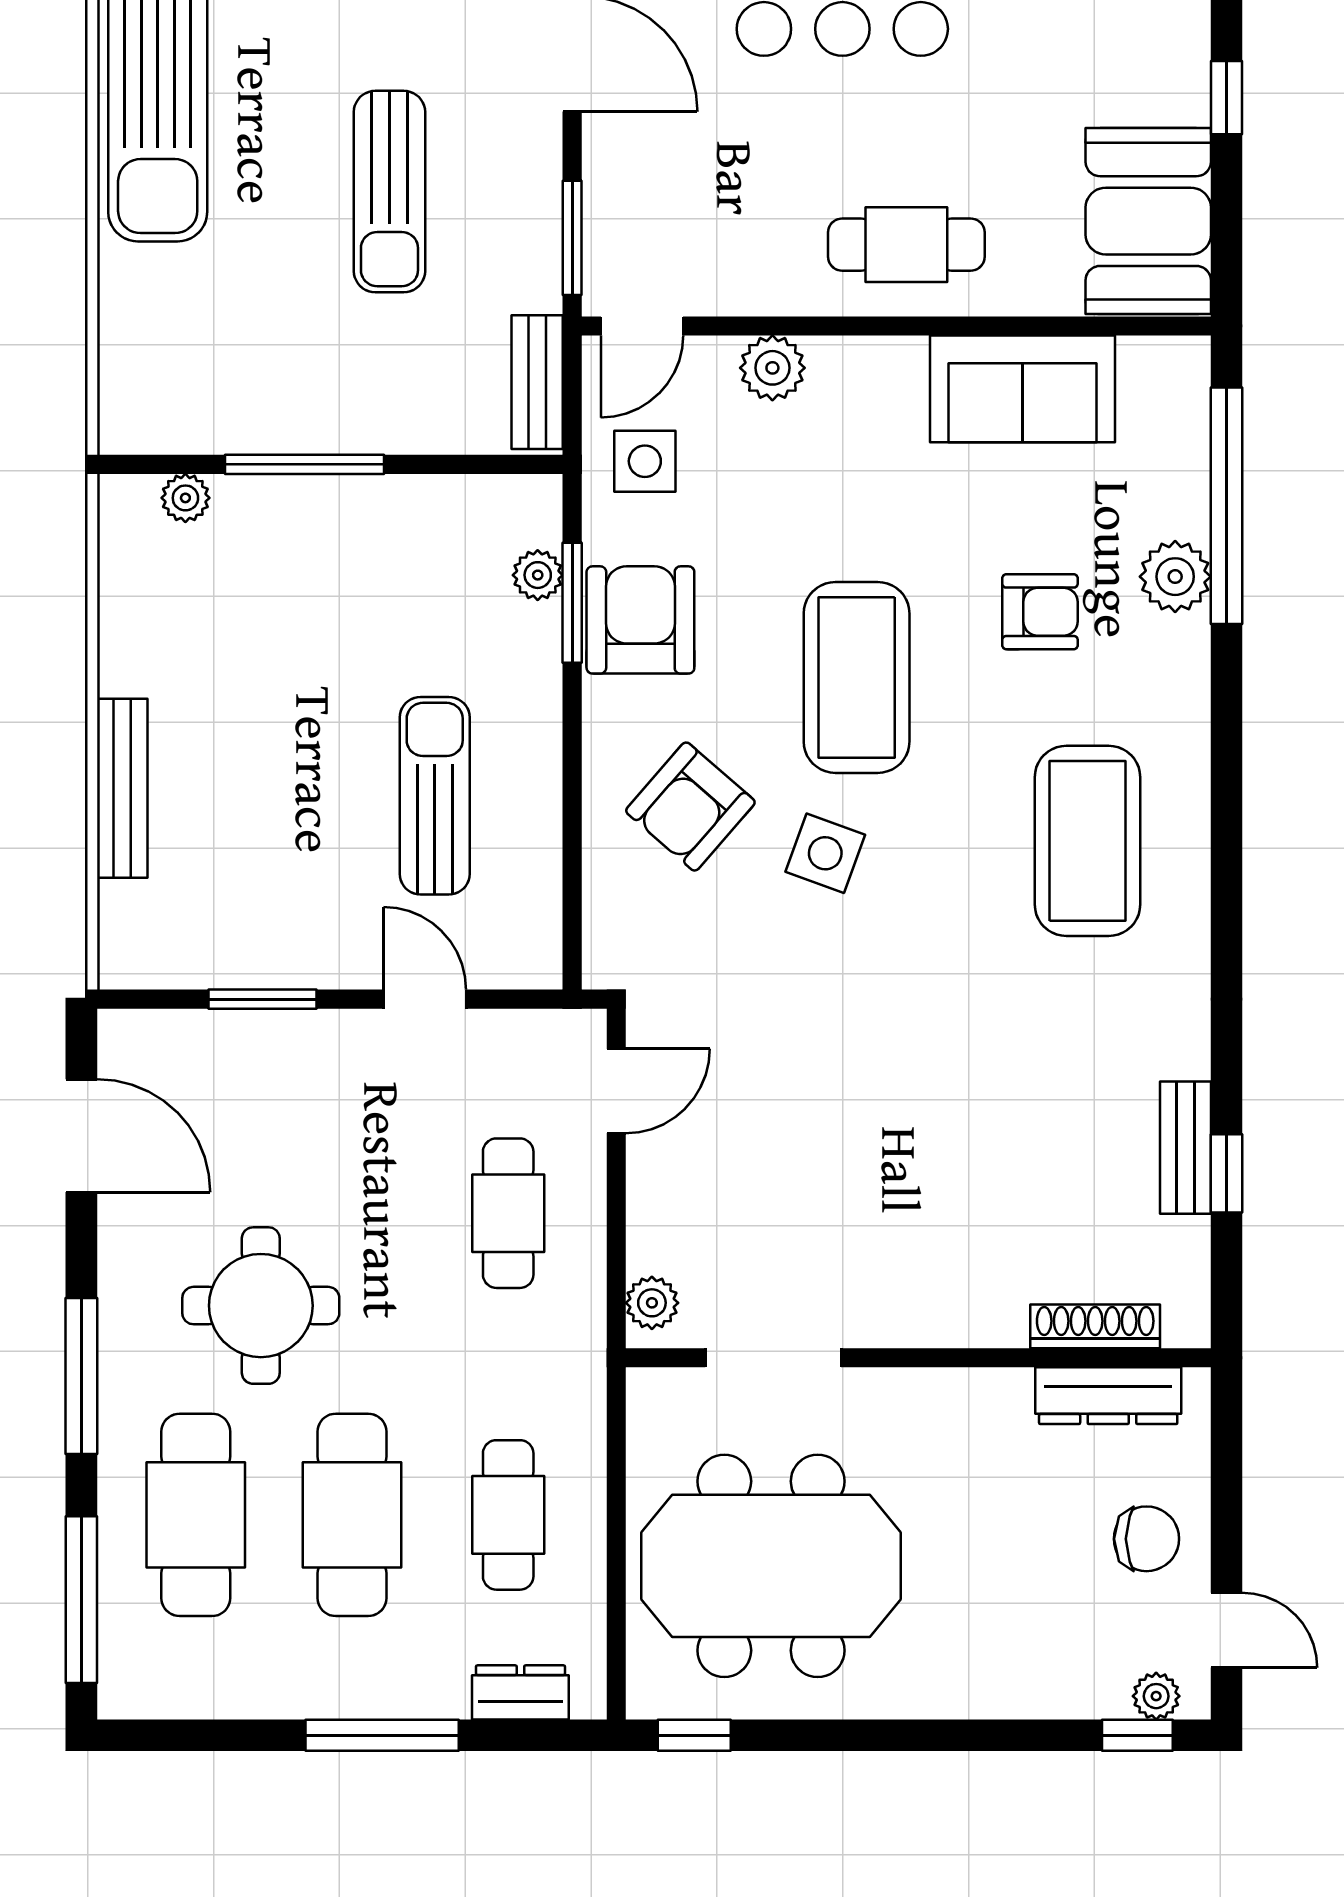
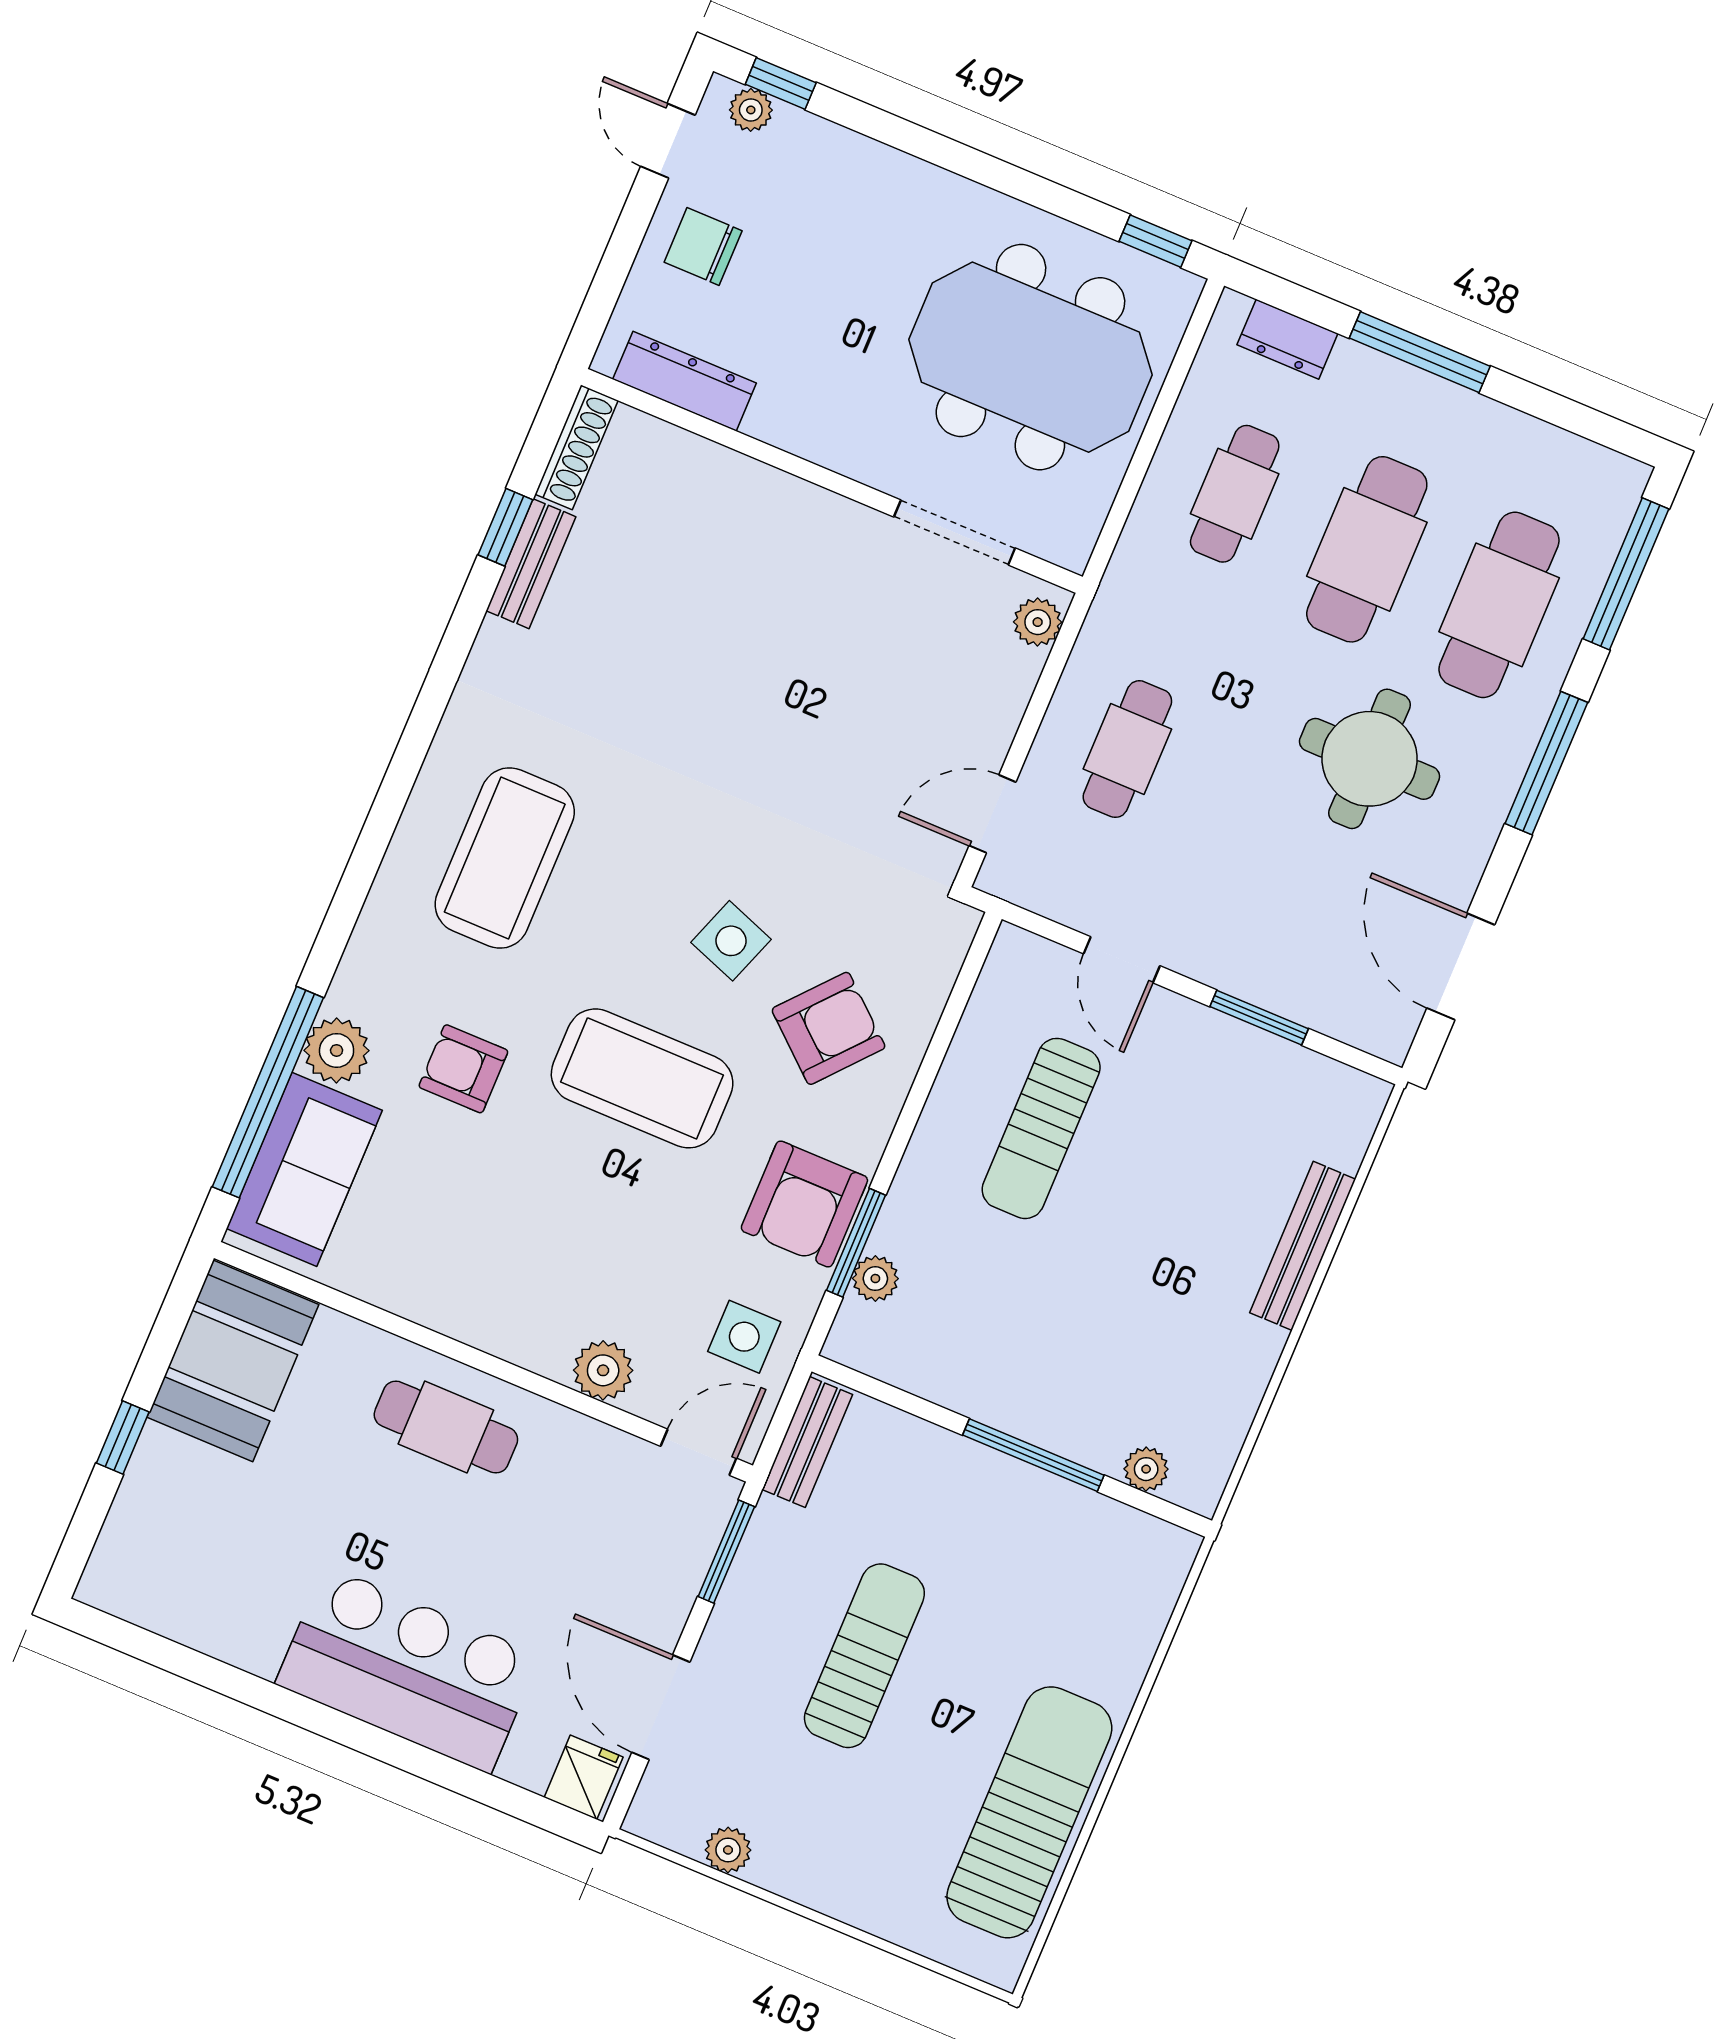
sofa: (1023, 389) -> (304, 1169), moved, turned 90
coffee table: (857, 677) -> (642, 1078), turned 90
shoe rack: (1095, 1326) -> (577, 447), moved, turned -90

